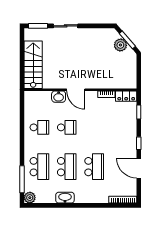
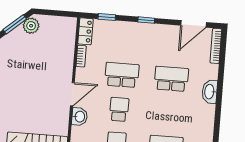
plant: (120, 45) -> (31, 26), moved
school desk: (67, 167) -> (122, 75), moved
door: (139, 168) -> (193, 24), moved
washbasin: (65, 198) -> (210, 92), moved

